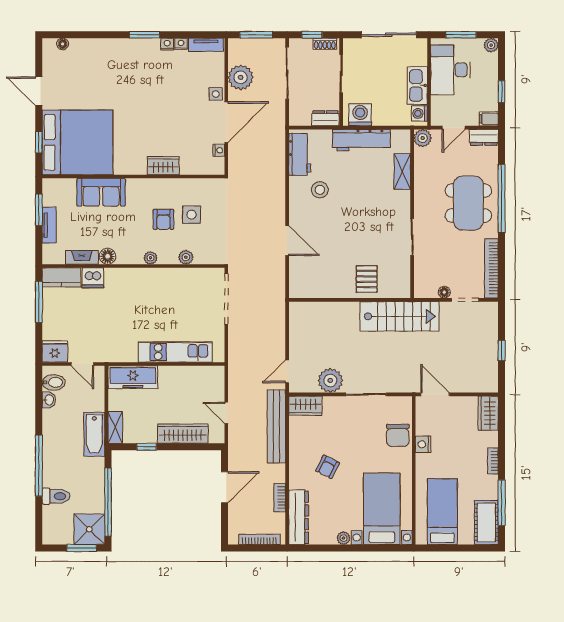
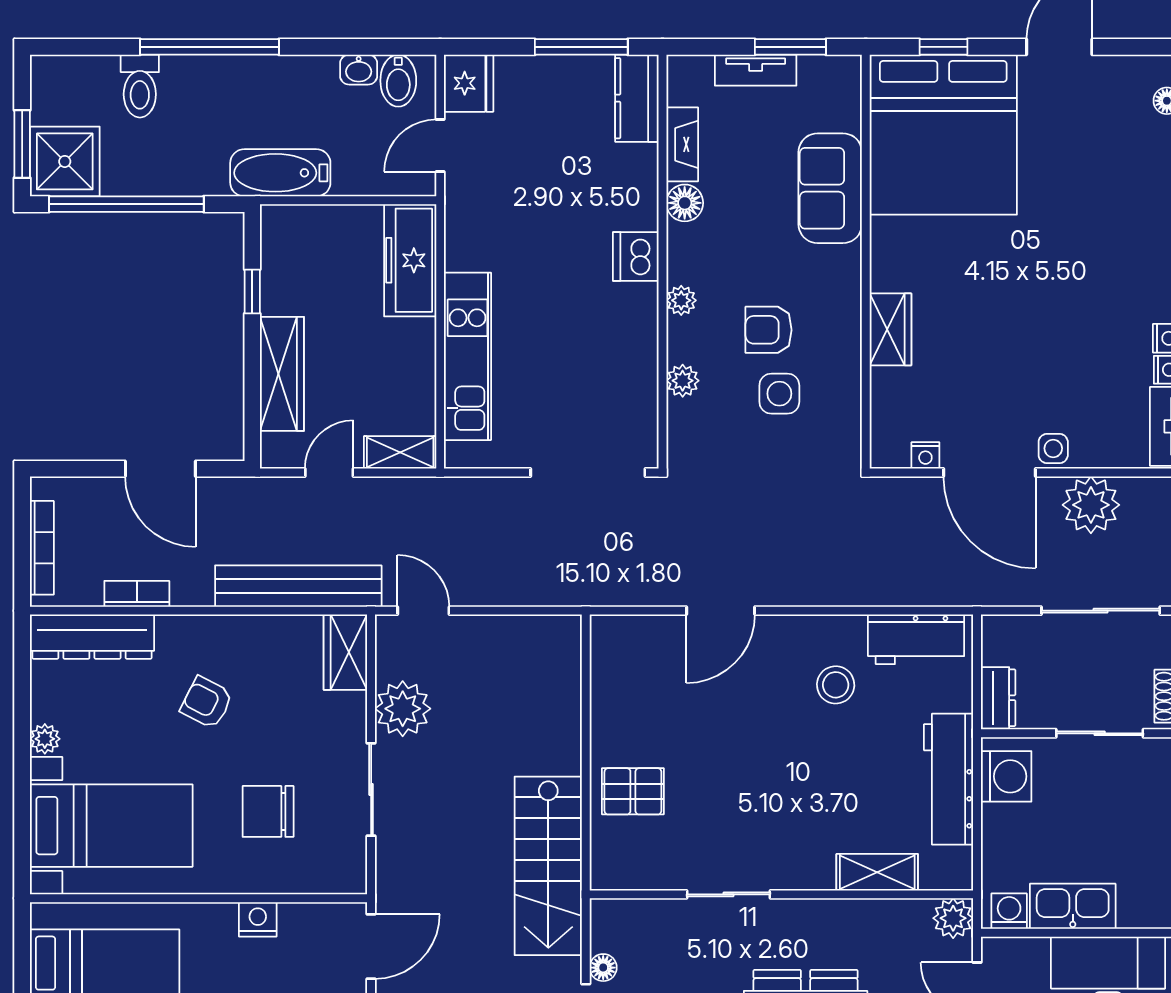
dishwasher: (93, 278) -> (636, 256), moved
shelving: (115, 427) -> (400, 452), moved
chair: (398, 435) -> (268, 811), moved

